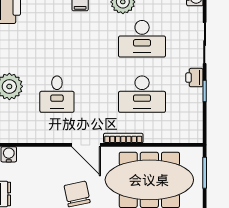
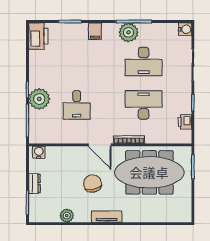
printer: (194, 78) -> (185, 122), moved
desk: (142, 94) -> (144, 105), turned 180

